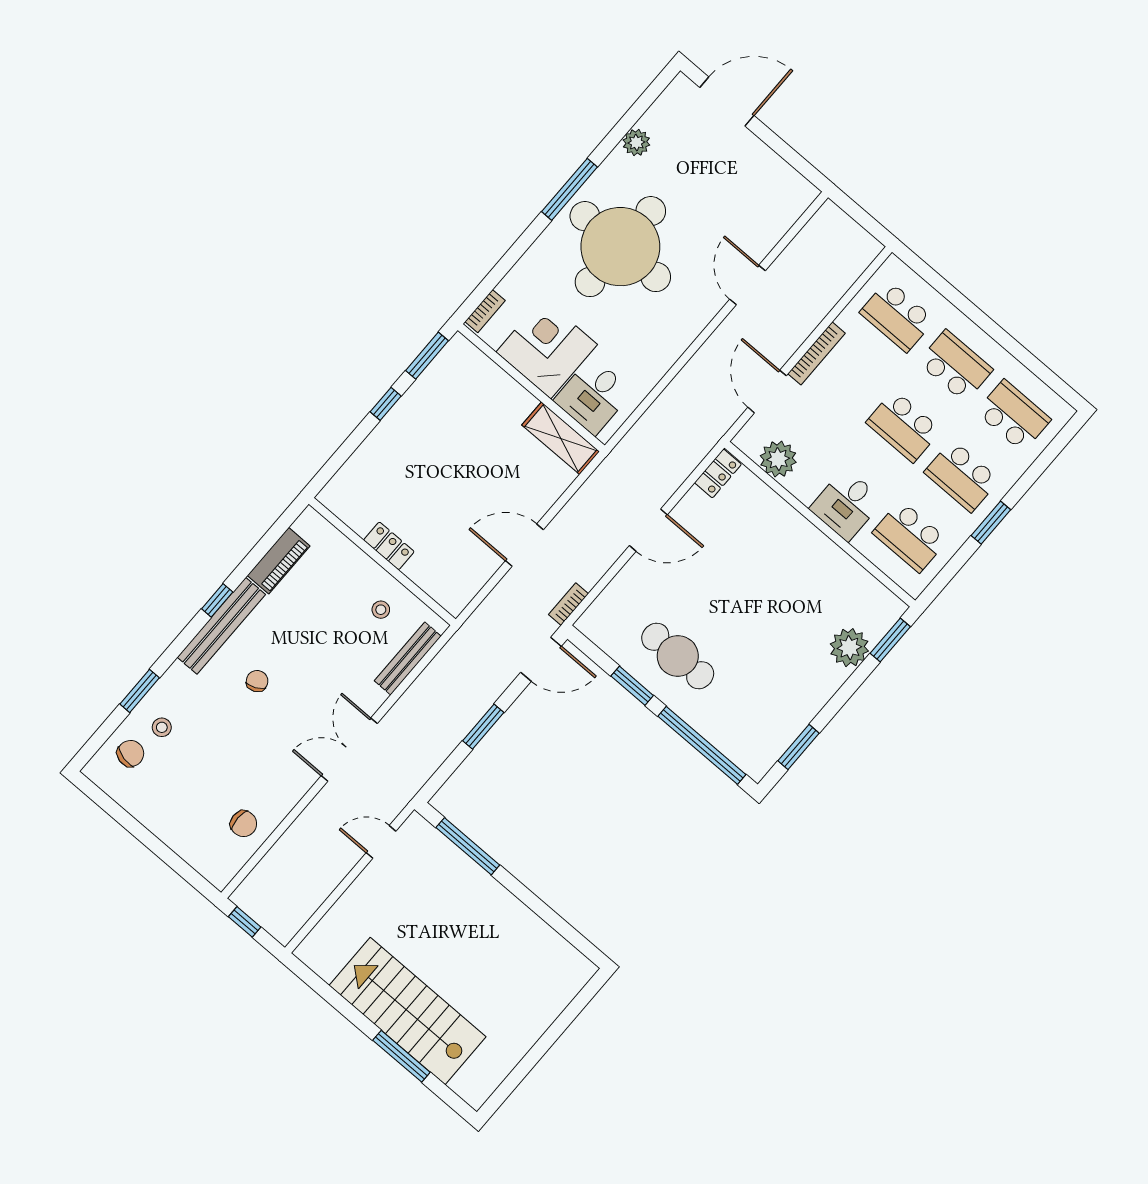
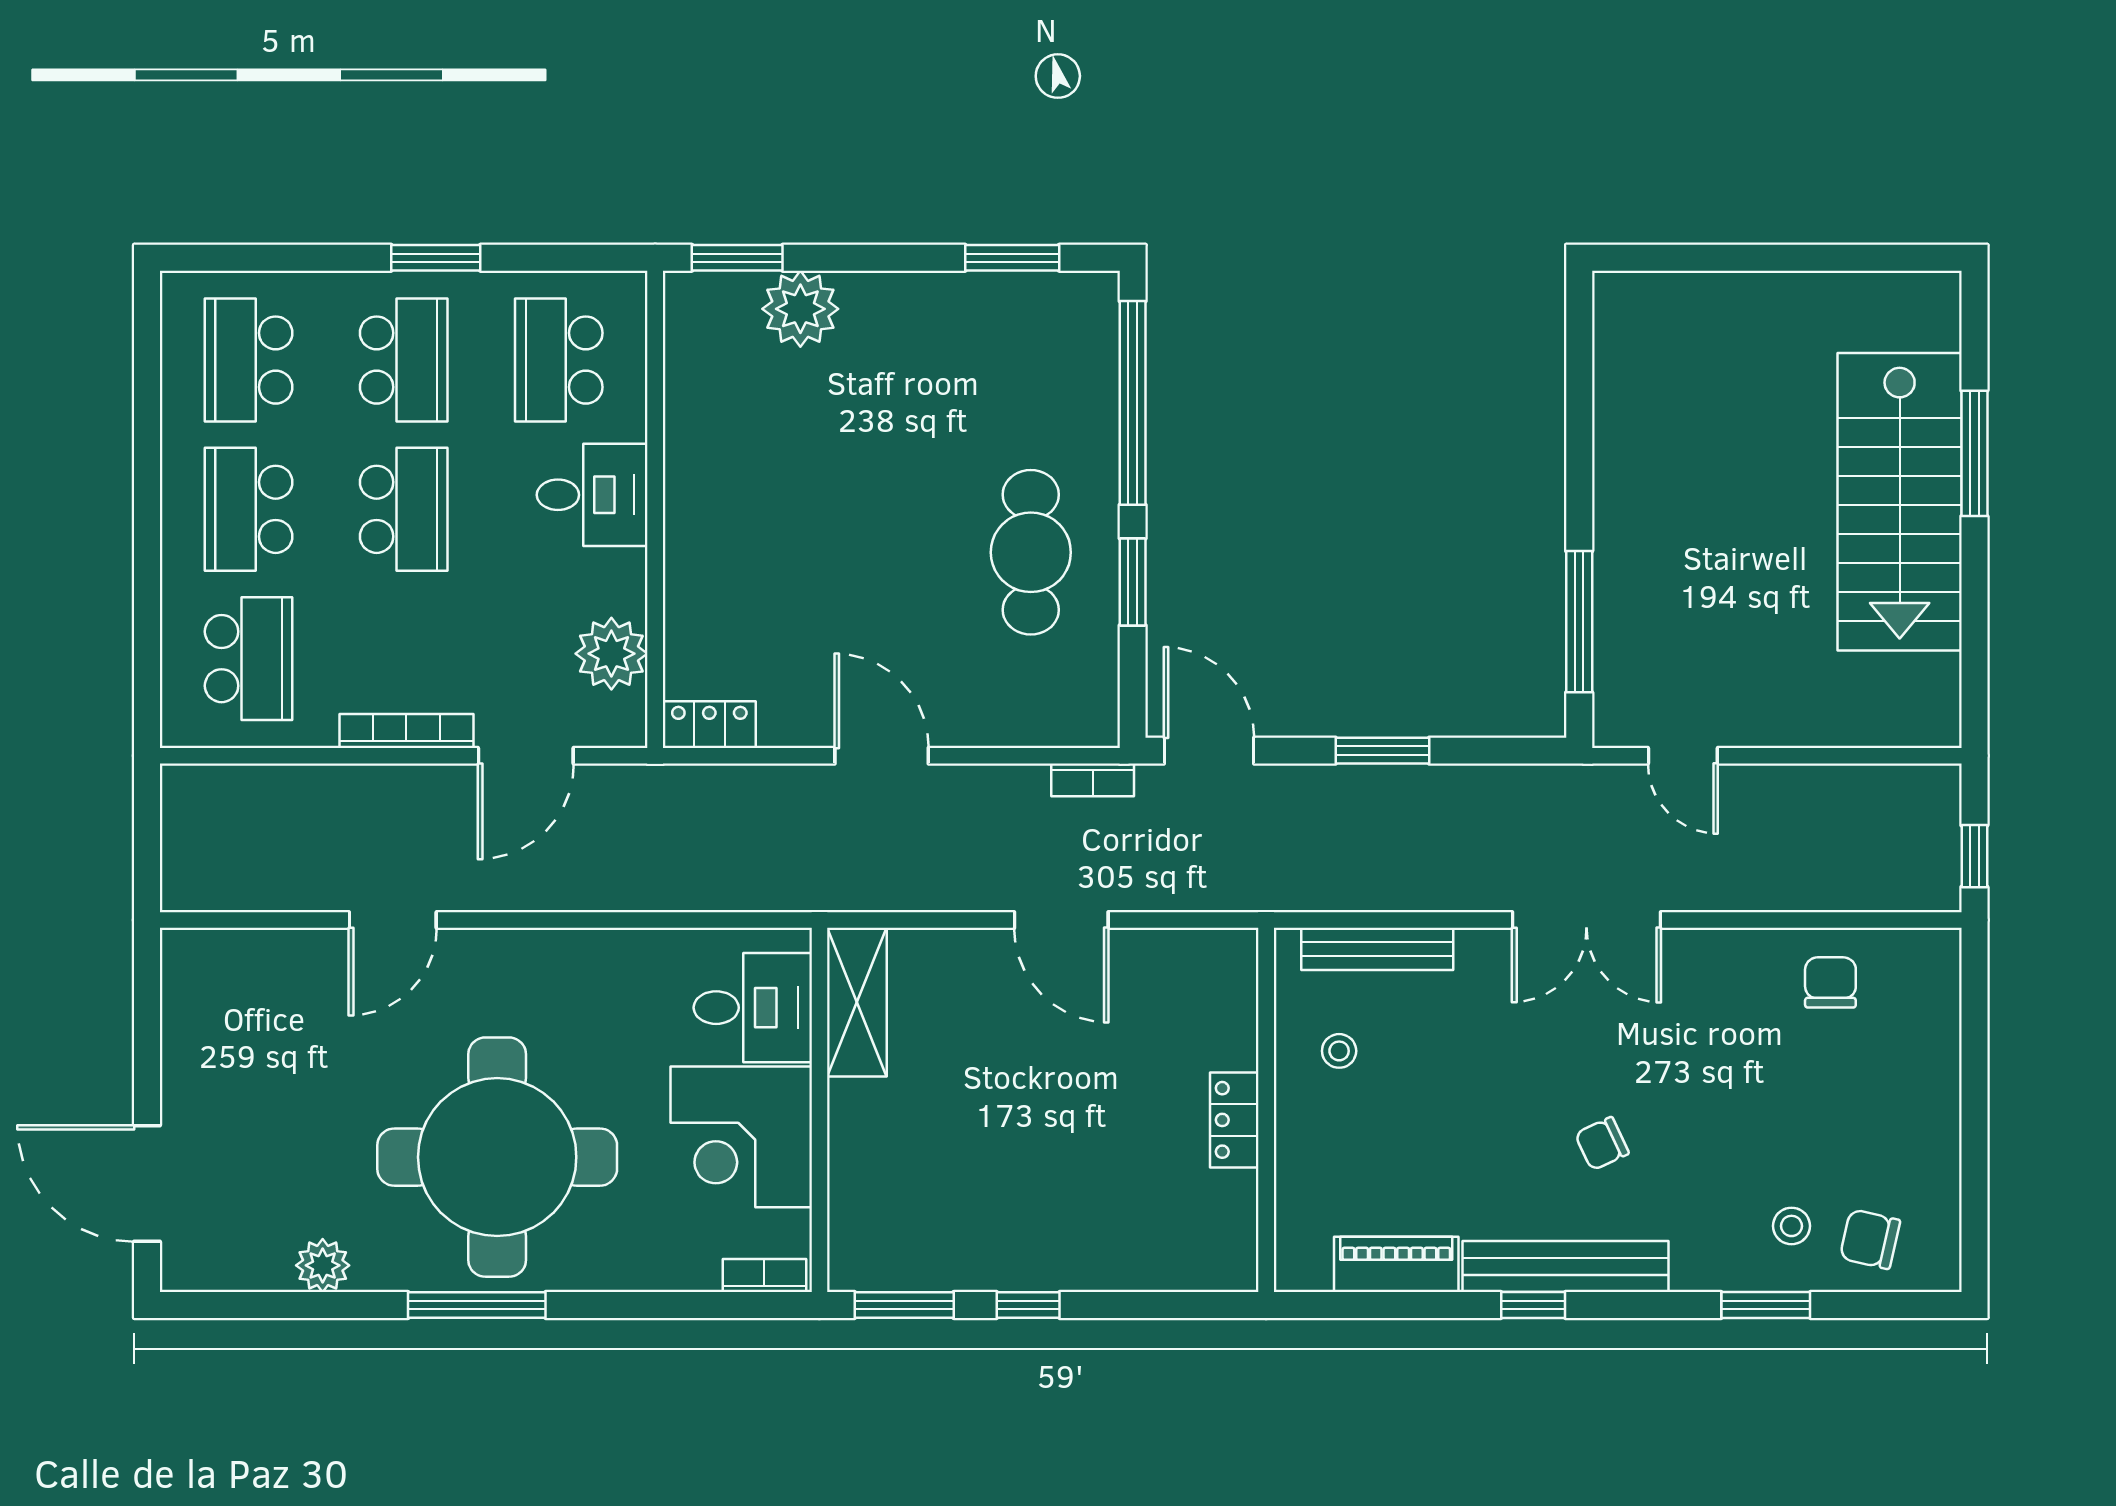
school desk: (910, 536) -> (559, 360), turned 180

